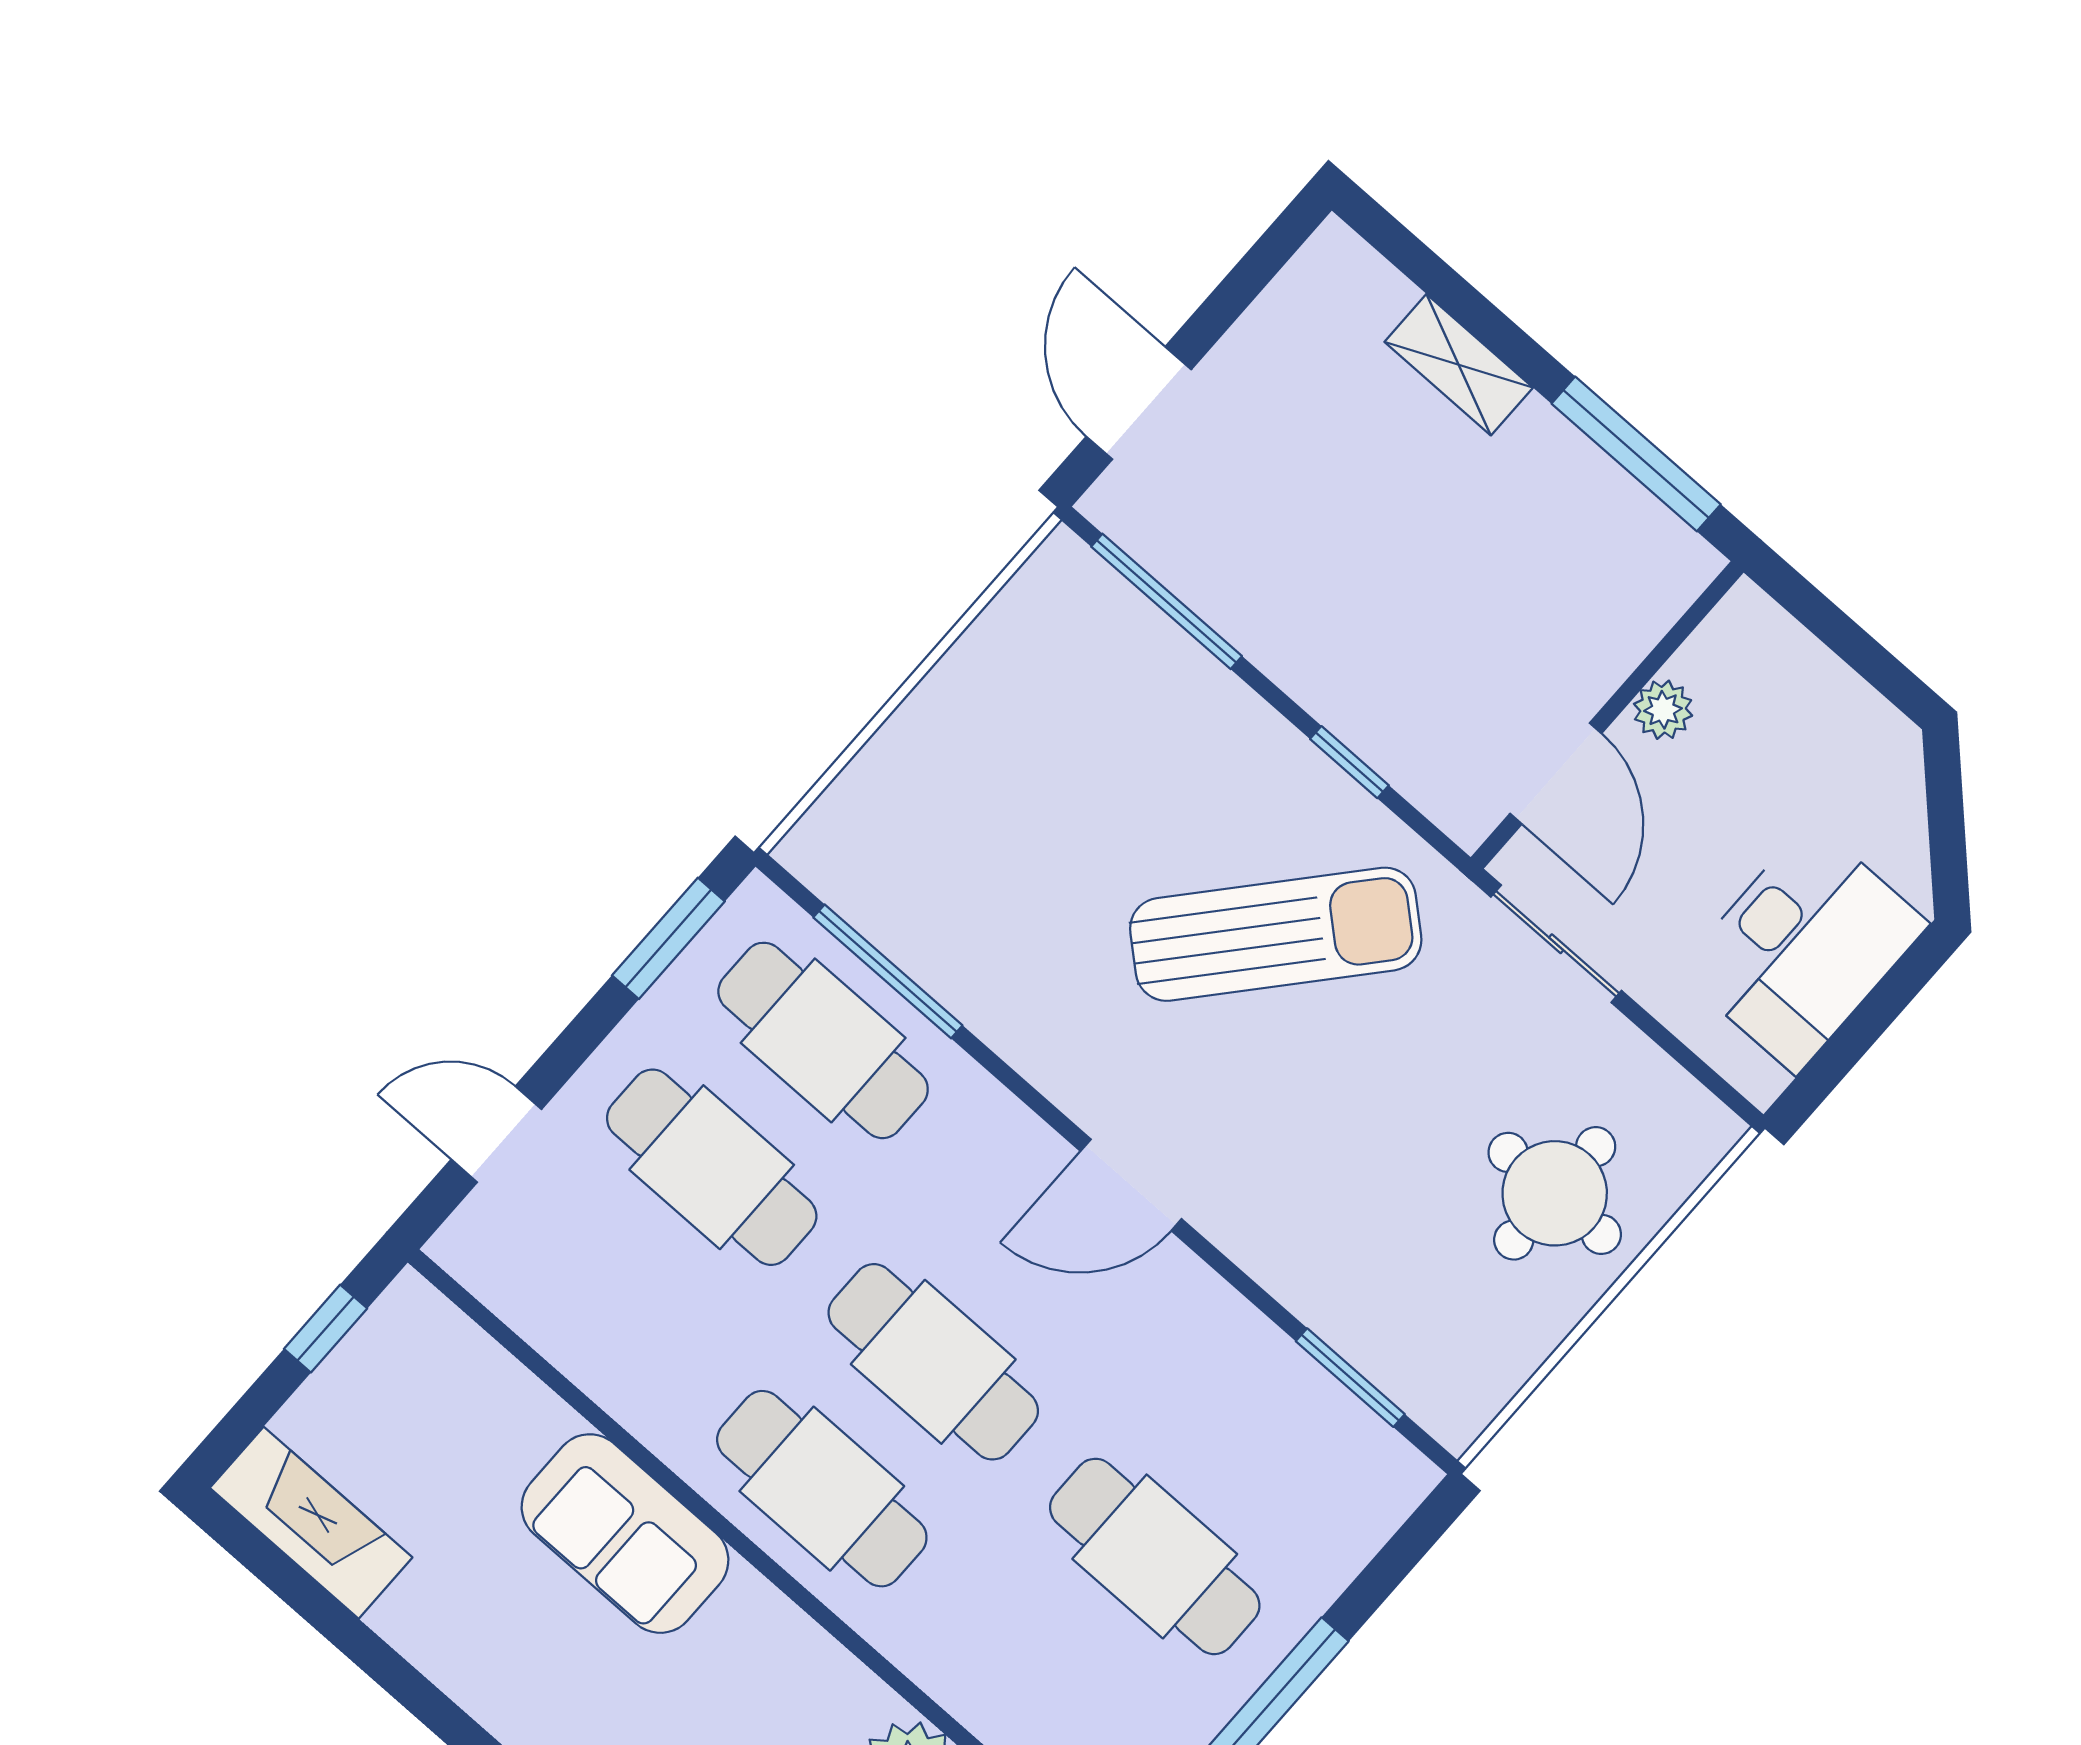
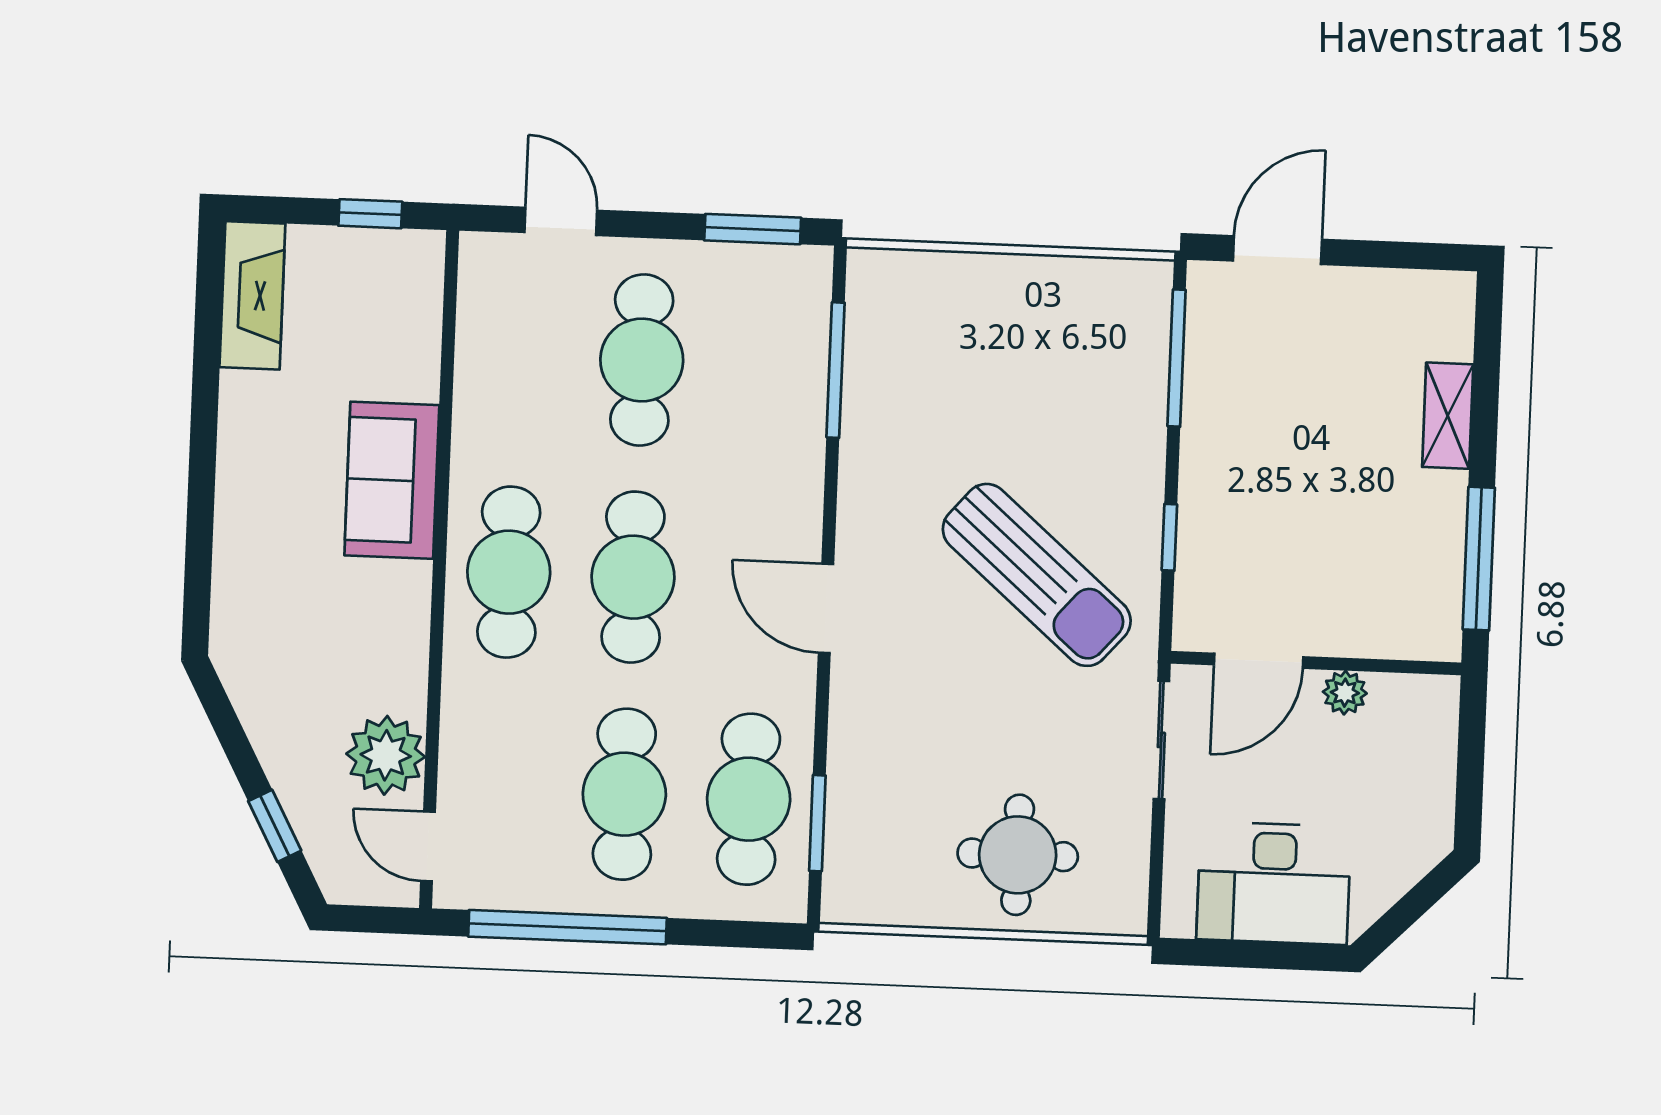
cafe table: (823, 1040) -> (749, 799), moved

